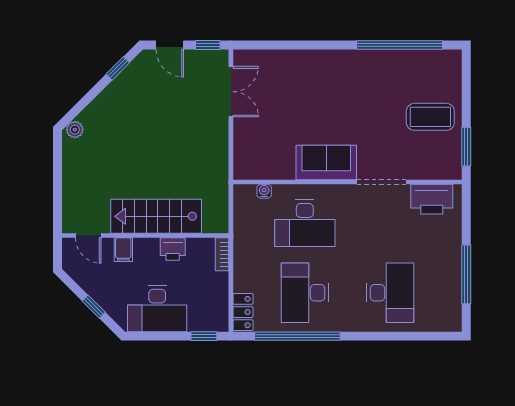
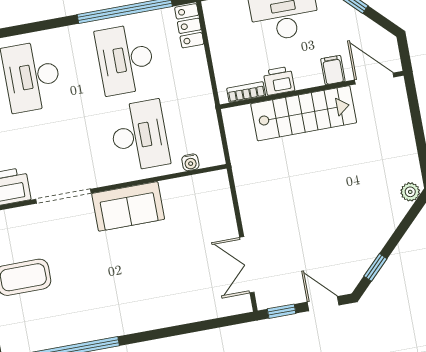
desk: (305, 223) -> (139, 136), turned 90
door: (88, 235) -> (374, 79), width x1.38
bookcase: (222, 254) -> (246, 92), moved, turned -90
desk: (305, 293) -> (125, 59), turned 180

